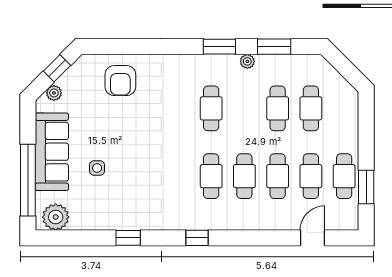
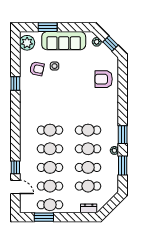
dresser: (351, 107) -> (89, 208), added
cafe table: (244, 108) -> (88, 149), added
window: (28, 180) -> (48, 27), width x0.47
armchair: (102, 199) -> (37, 69), added
window: (197, 238) -> (15, 167), moved

